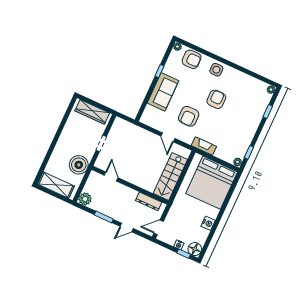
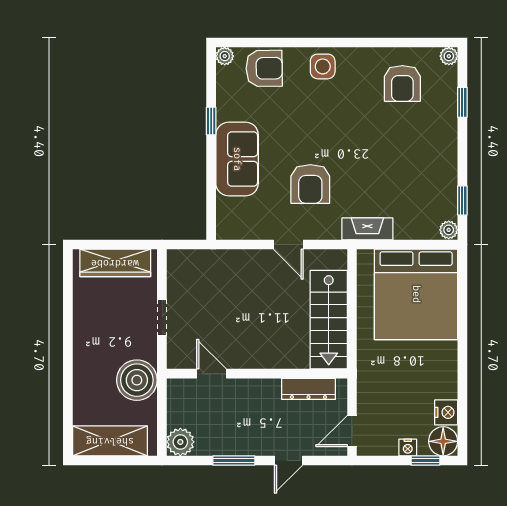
armchair: (216, 99) -> (402, 83), moved, turned 180
nightstand: (208, 223) -> (446, 412), moved

